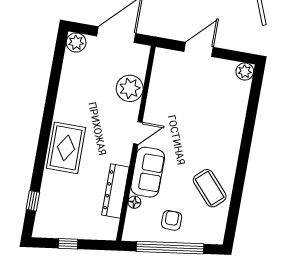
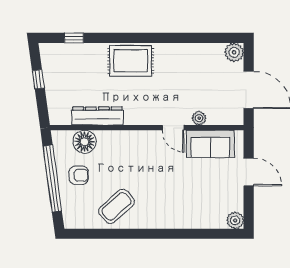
plant: (130, 88) -> (199, 118), width x0.53, depth x0.53
door: (138, 133) -> (173, 128), moved
sofa: (148, 172) -> (210, 144), moved
floor lamp: (134, 202) -> (85, 142), width x1.89, depth x1.89

